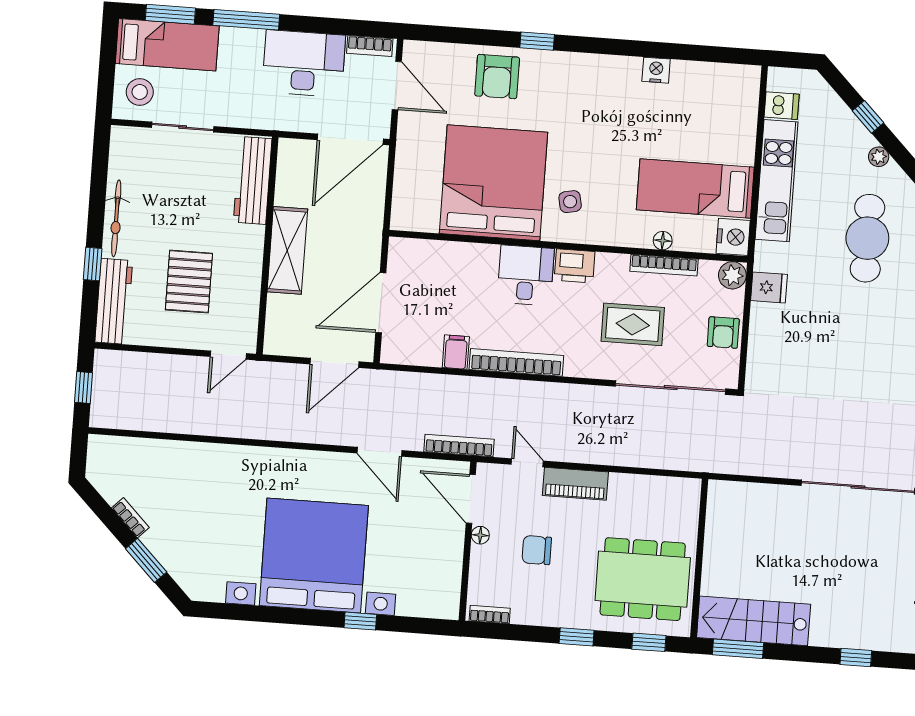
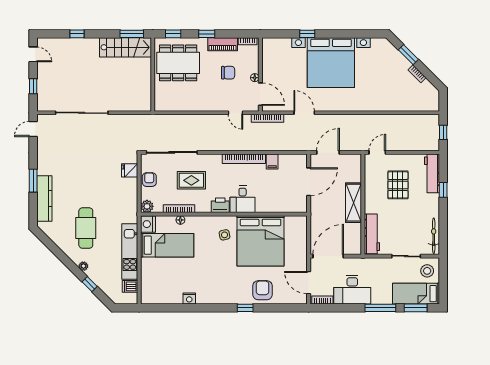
bicycle: (116, 218) -> (434, 236), moved
fridge: (769, 287) -> (130, 170), moved
piano: (575, 484) -> (223, 44), moved, turned 180

